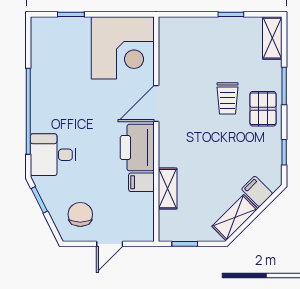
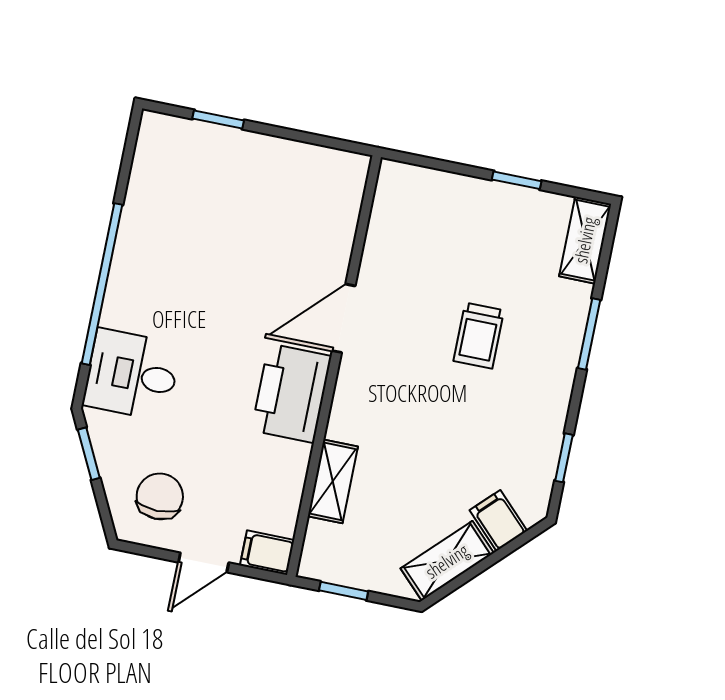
corner desk: (123, 48) -> (302, 202), removed
pallet: (263, 109) -> (541, 369), removed
filing cabinet: (141, 182) -> (267, 553), moved

